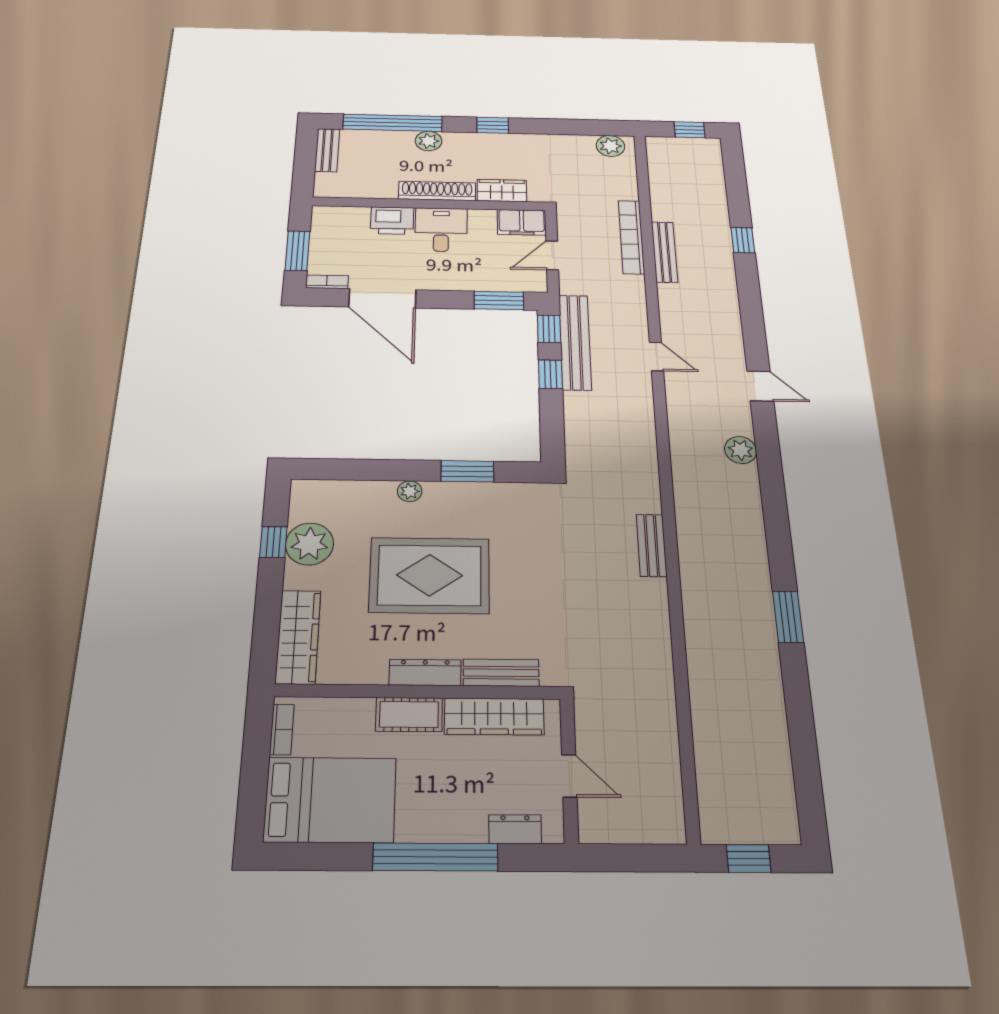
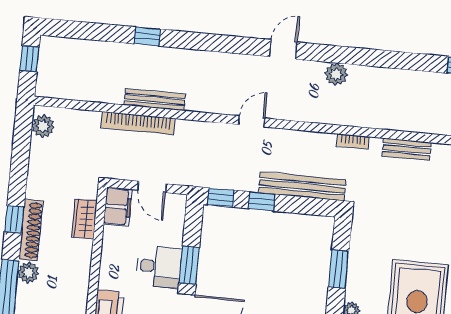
shoe rack: (437, 191) -> (31, 230), moved, turned 180
desk: (441, 230) -> (159, 267), moved, turned 180
window: (499, 301) -> (189, 265), moved
bench: (575, 342) -> (302, 186), moved
bookcase: (651, 477) -> (353, 141), added

